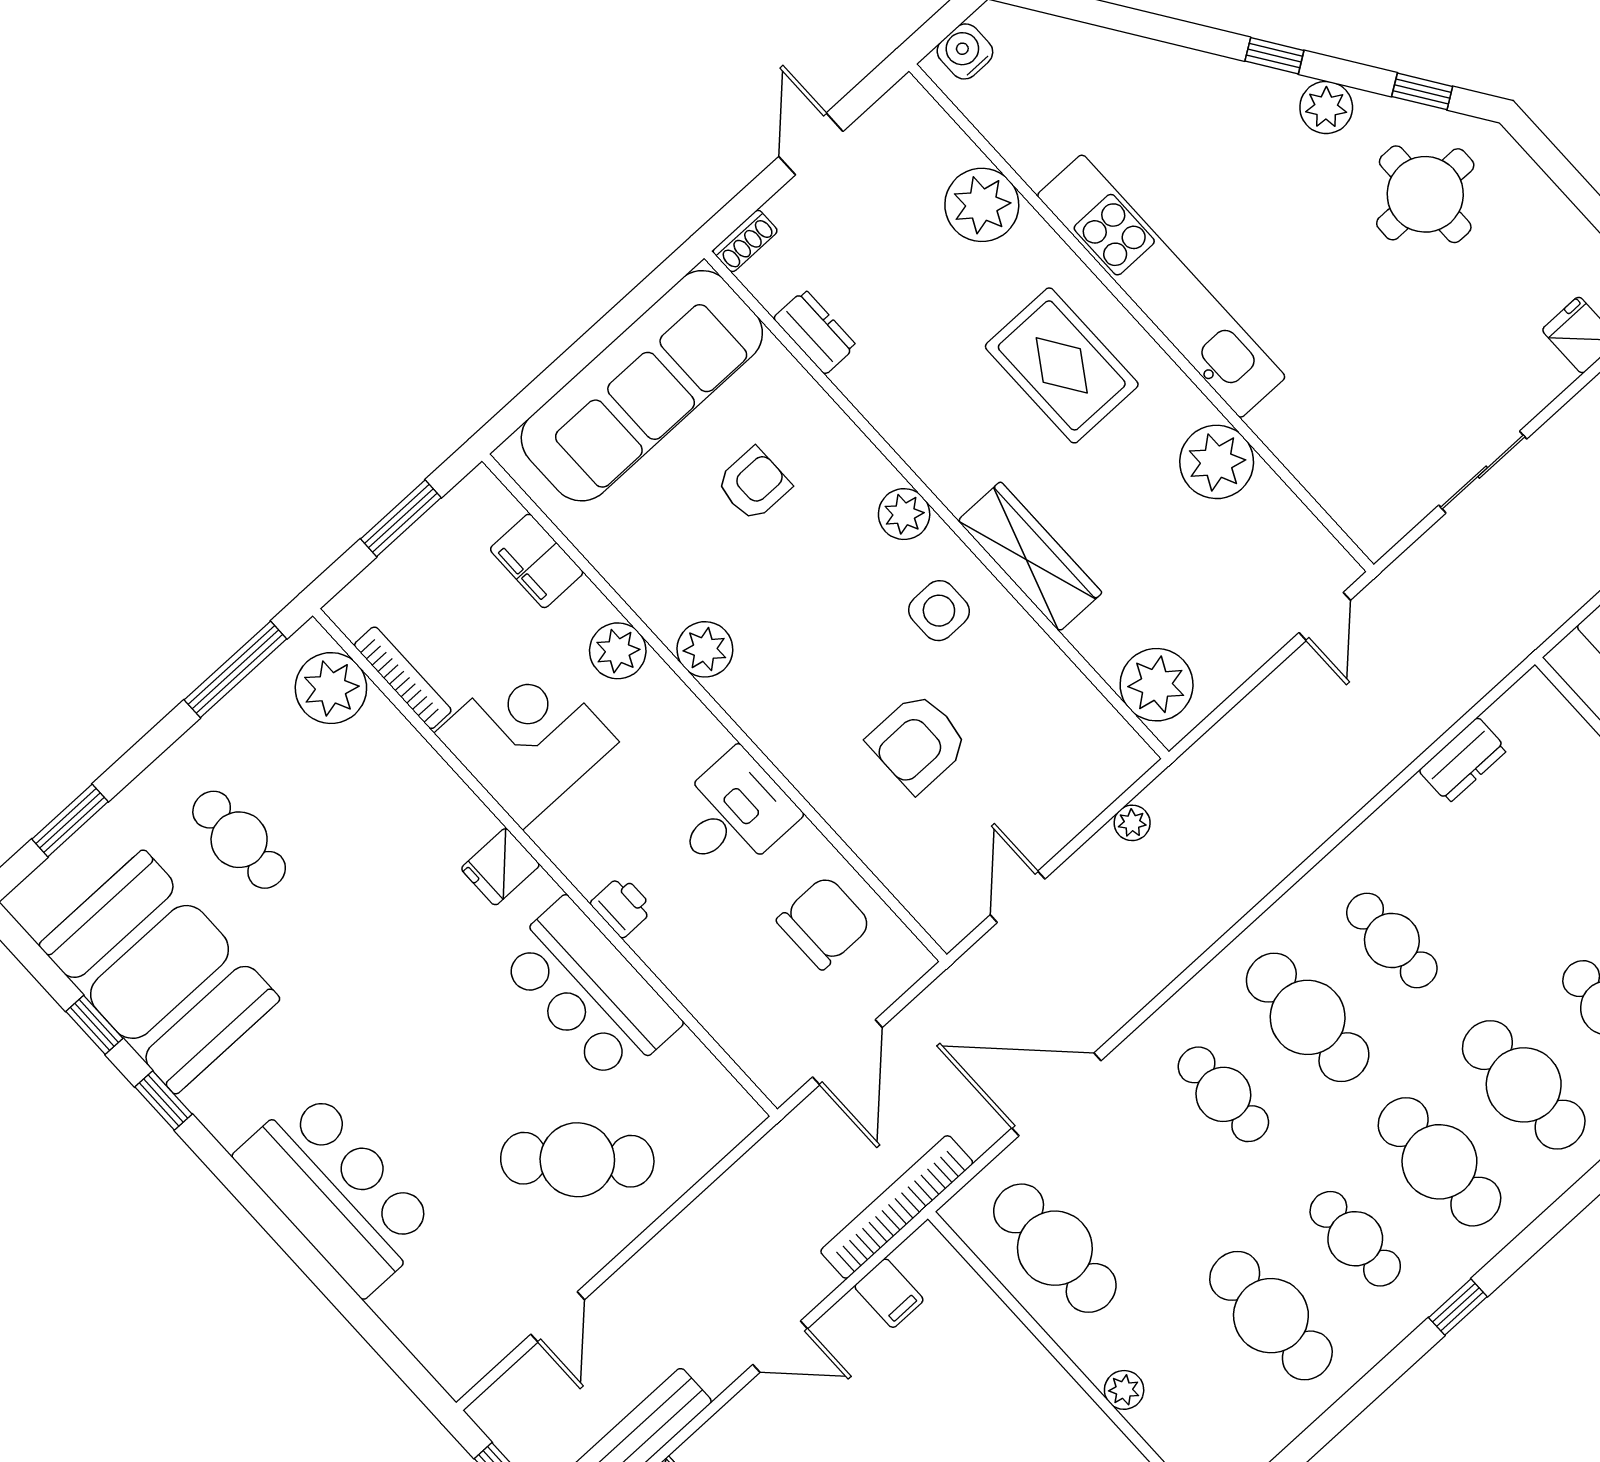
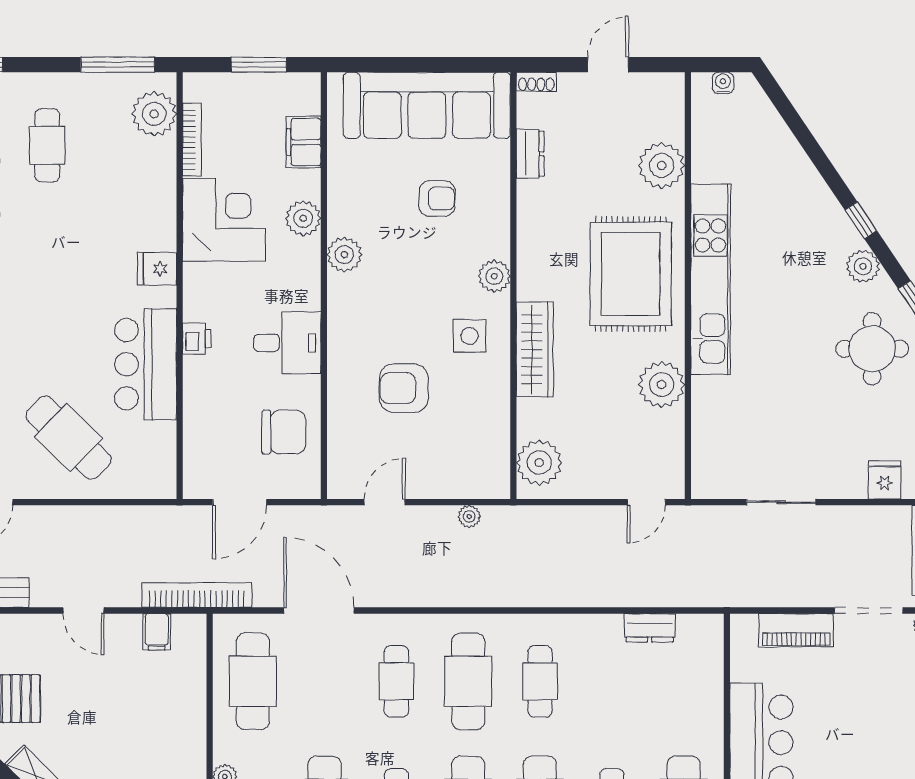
water cooler: (965, 51) -> (723, 83), width x0.72, depth x0.72
rug: (1062, 365) -> (631, 274), width x1.37, depth x1.44

